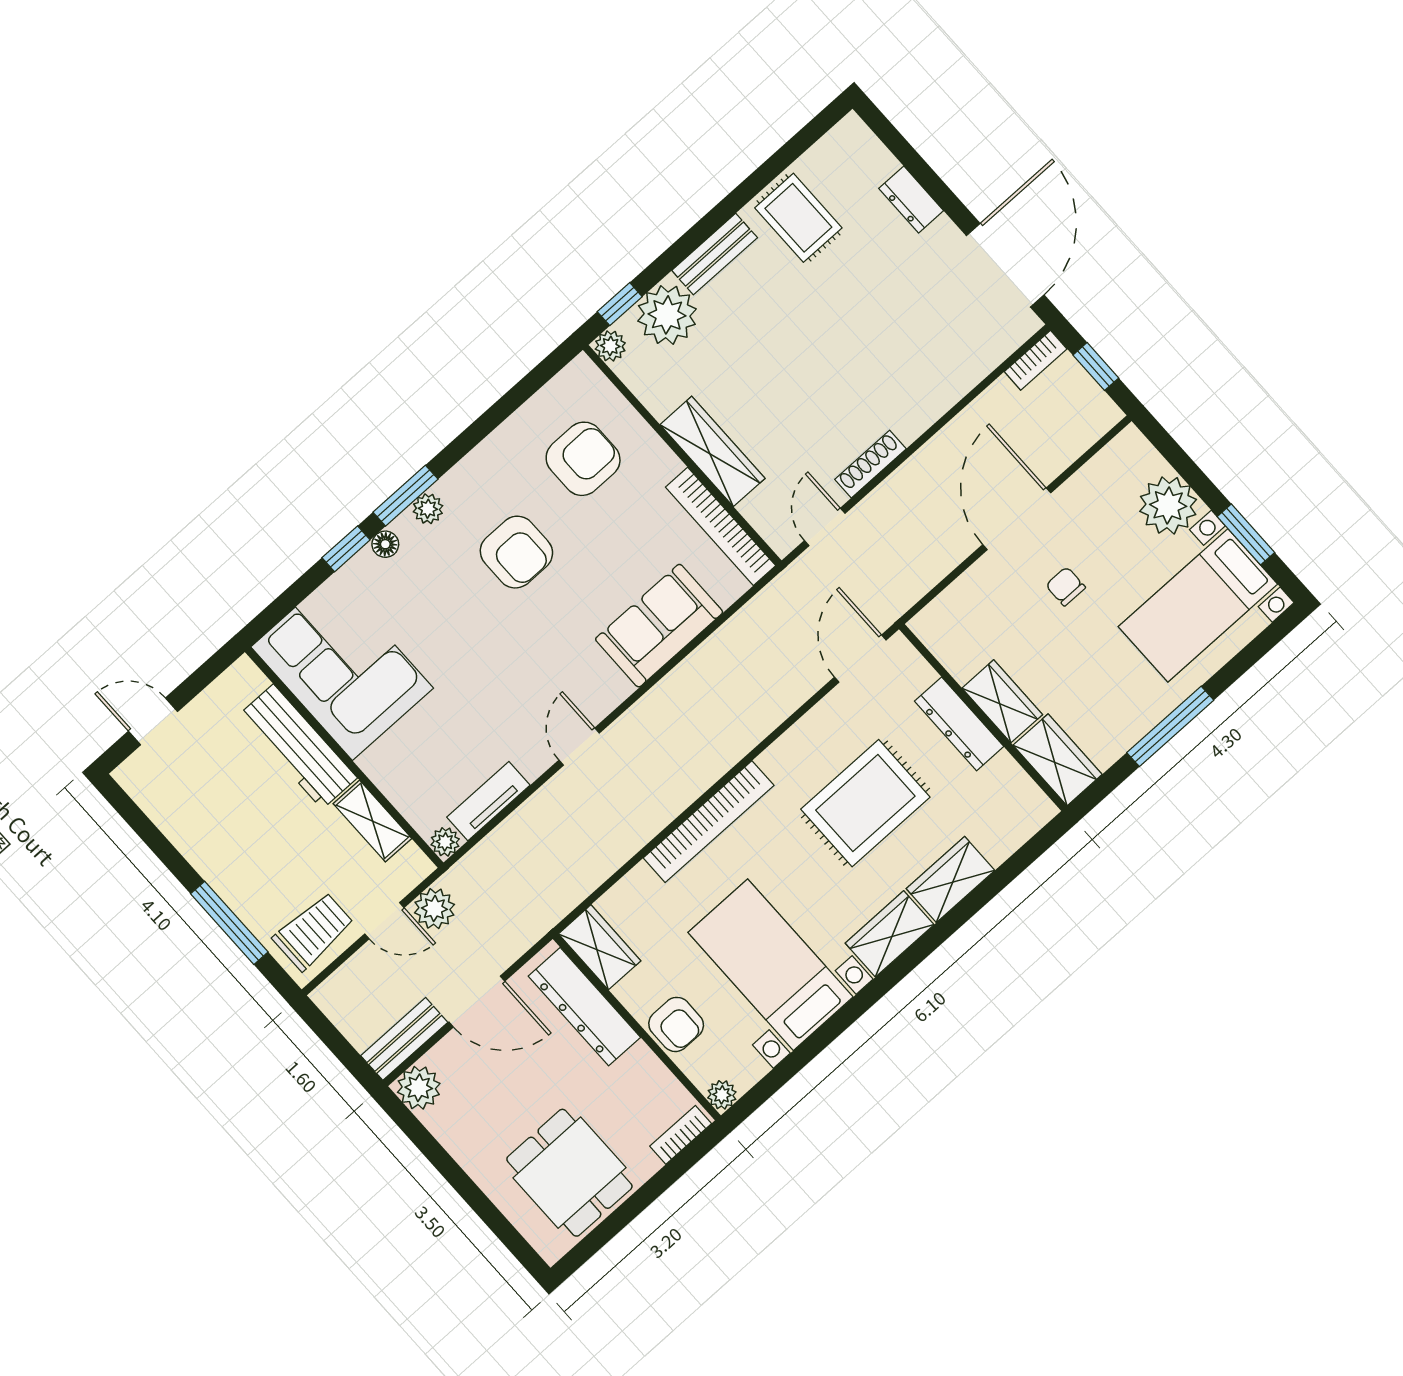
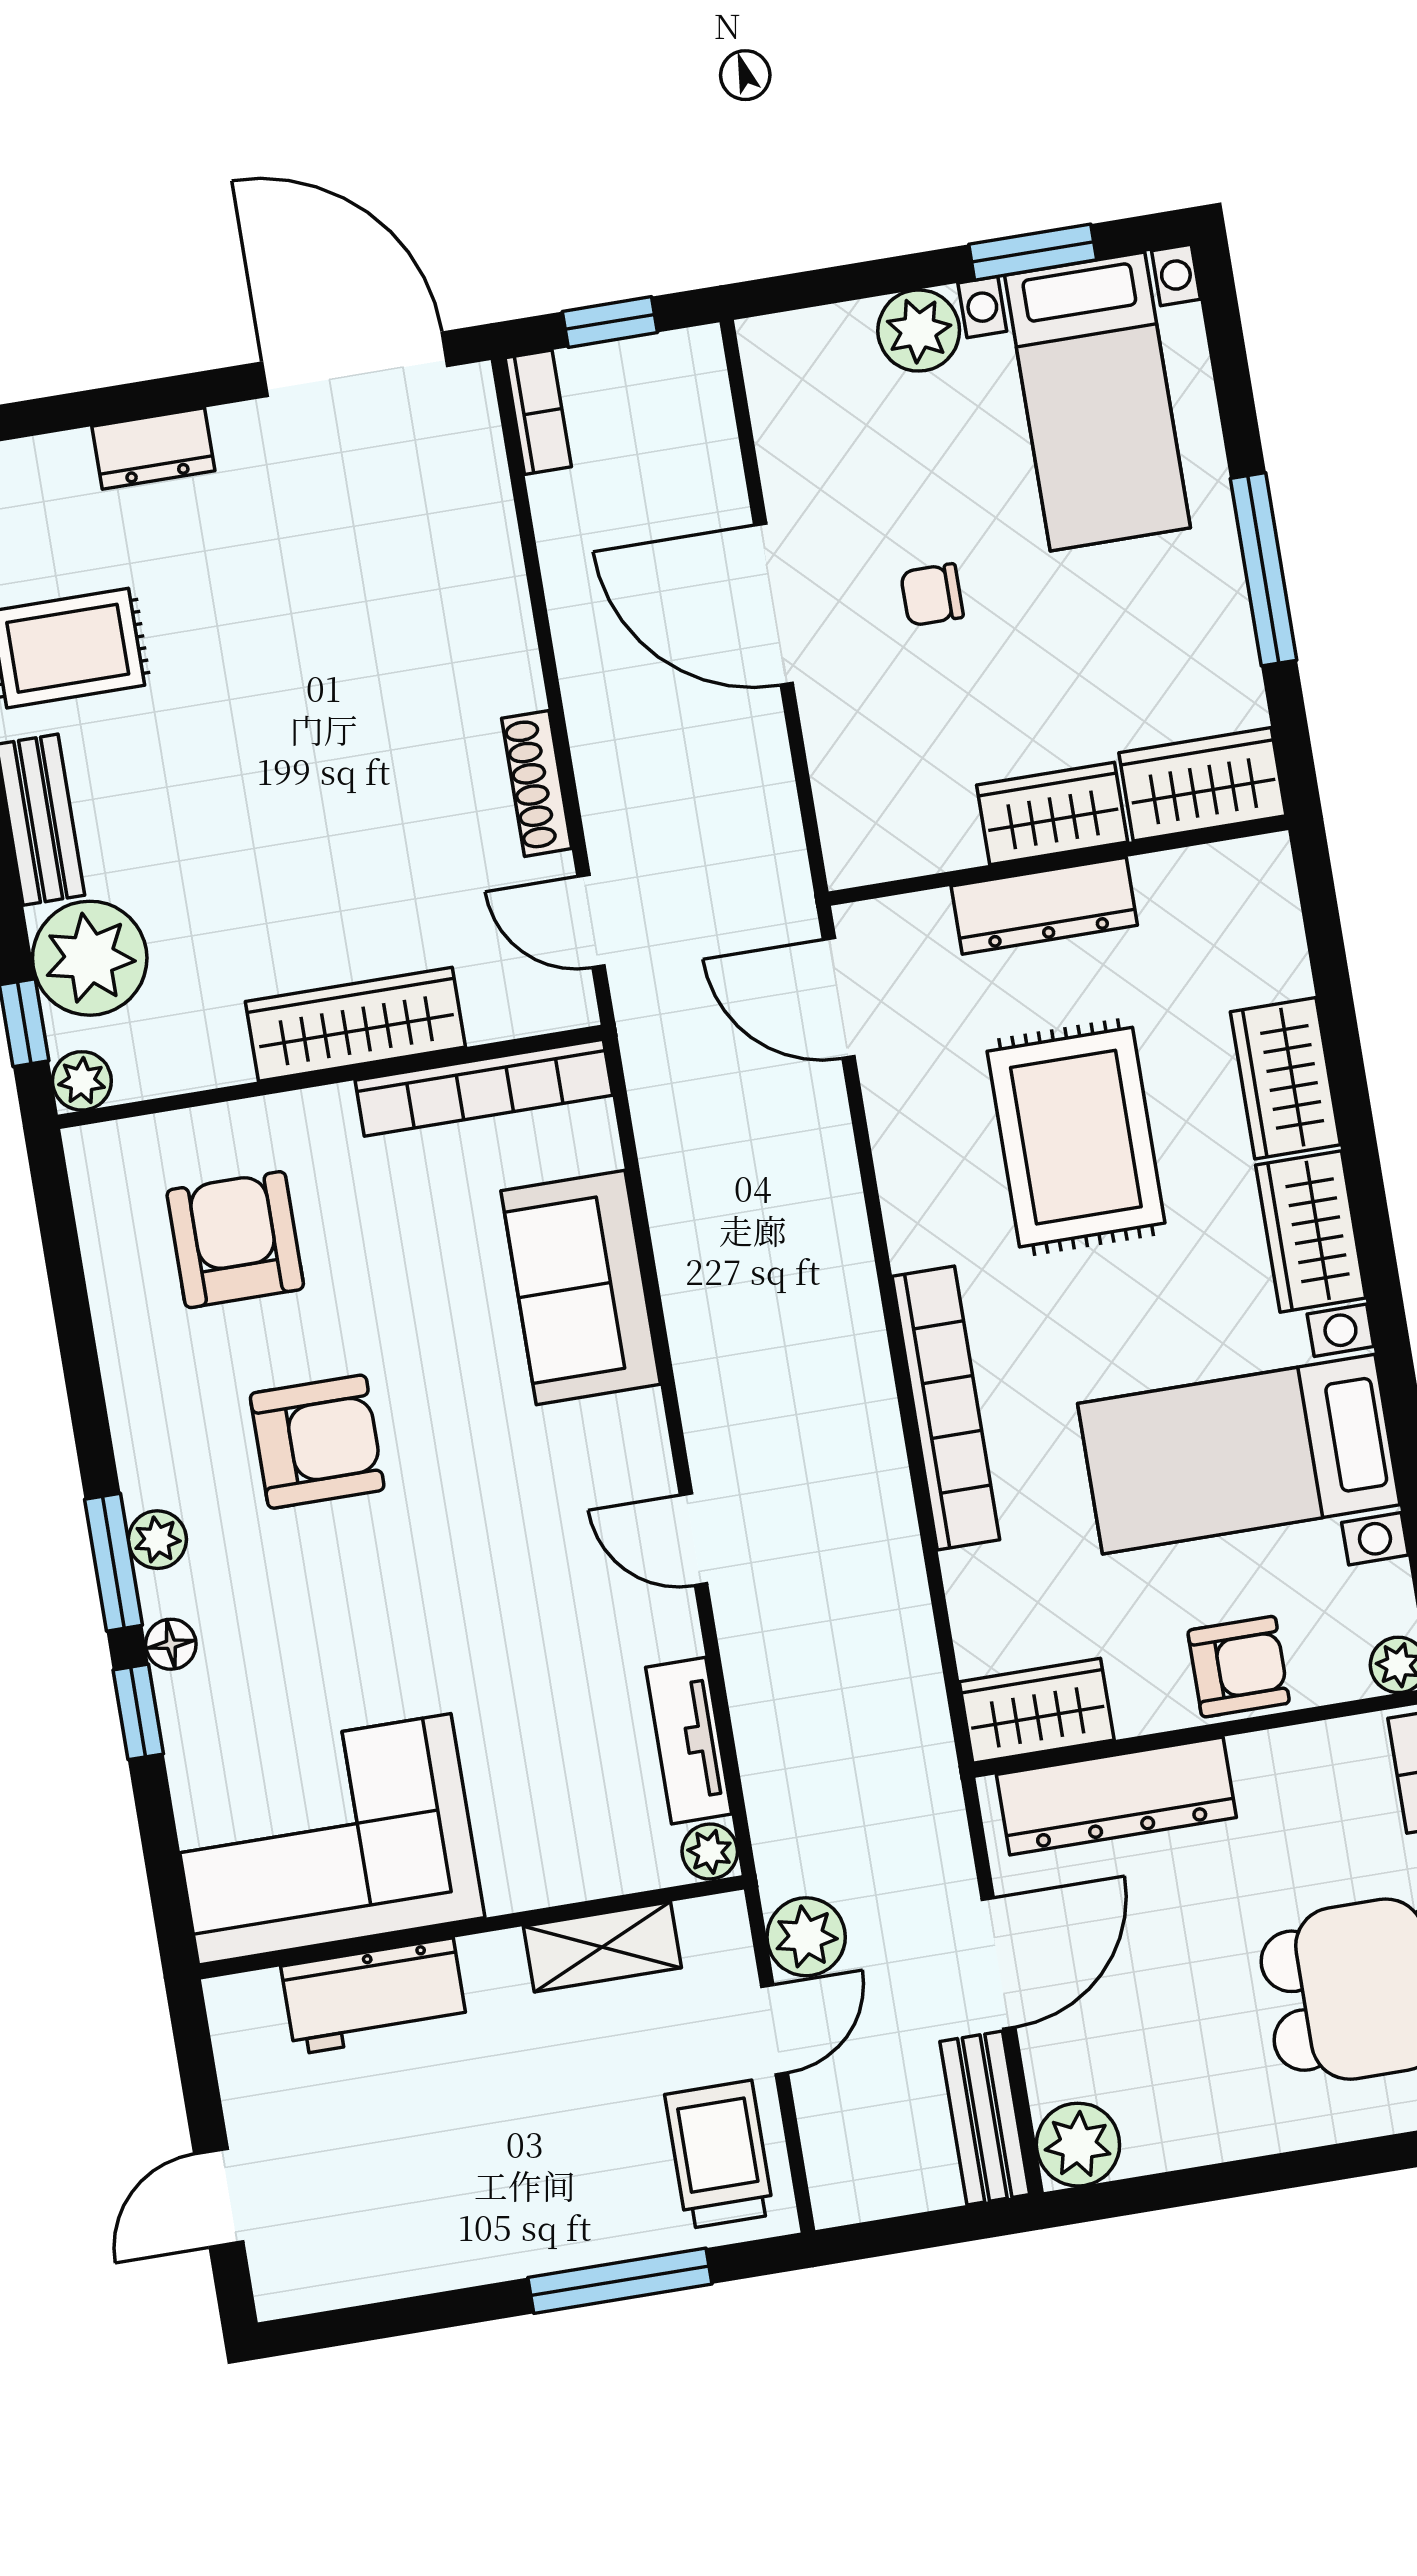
plant: (1168, 505) -> (919, 331), width x0.73, depth x0.73
workbench: (298, 747) -> (374, 1996), width x0.73

